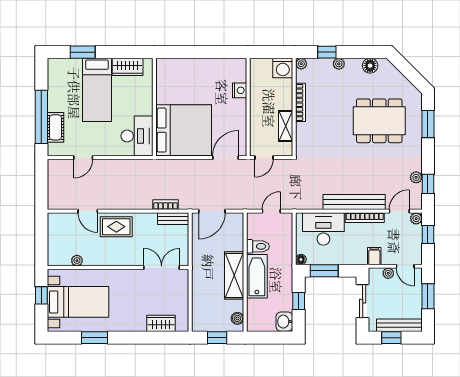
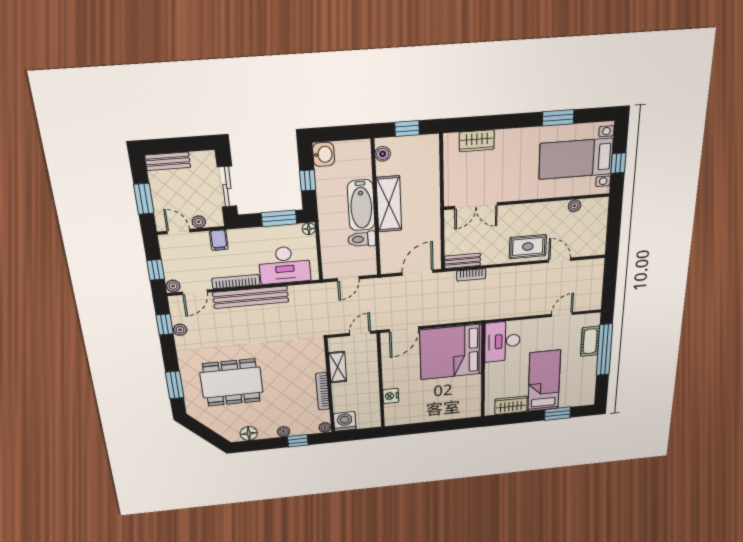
bench: (399, 325) -> (168, 161), width x0.73
window: (391, 338) -> (184, 145), removed

